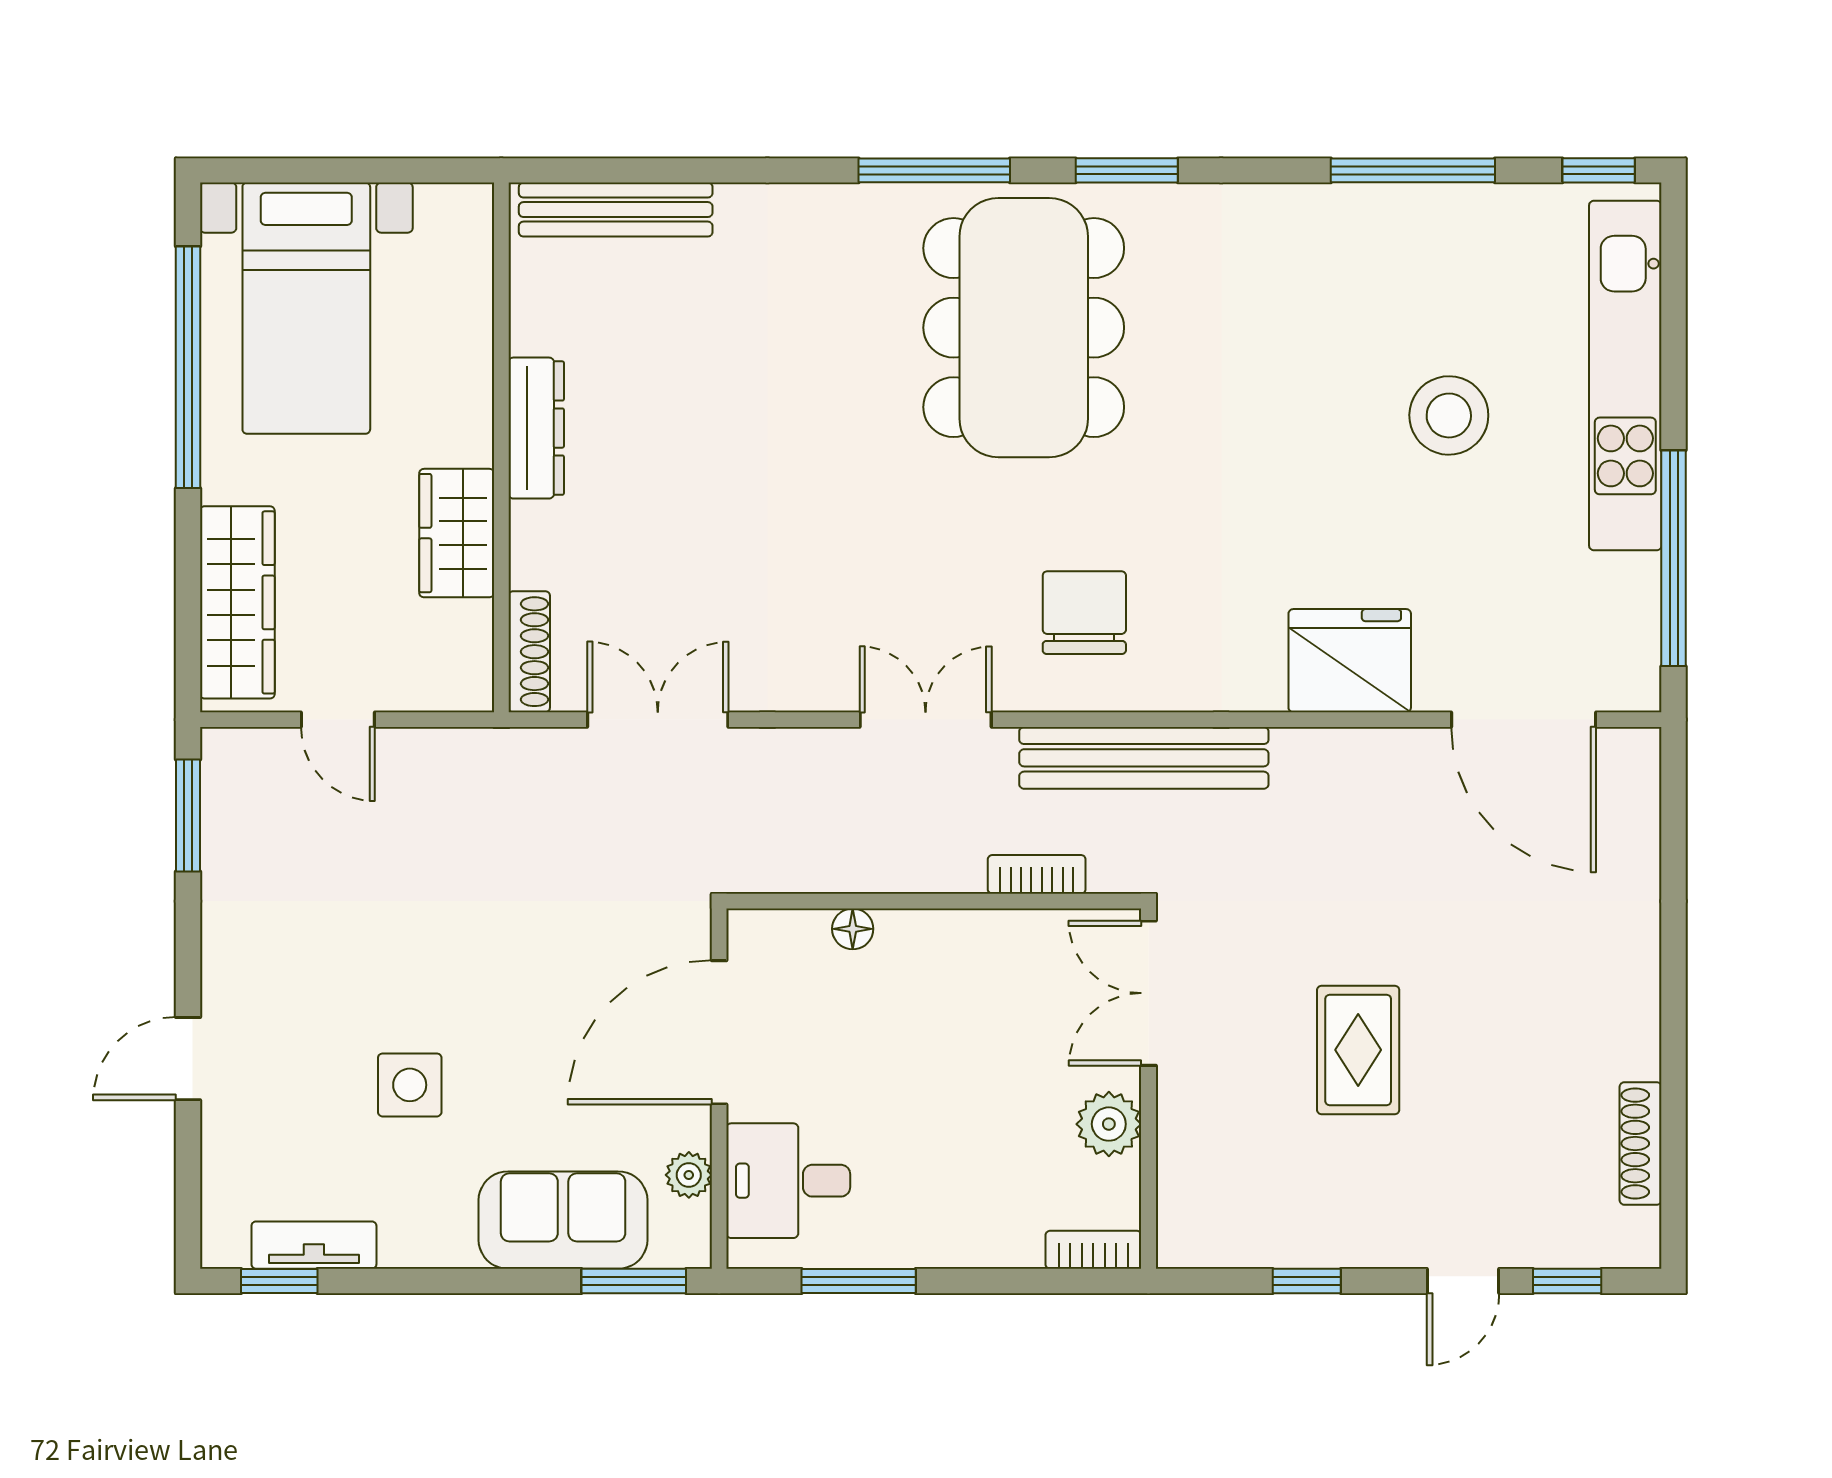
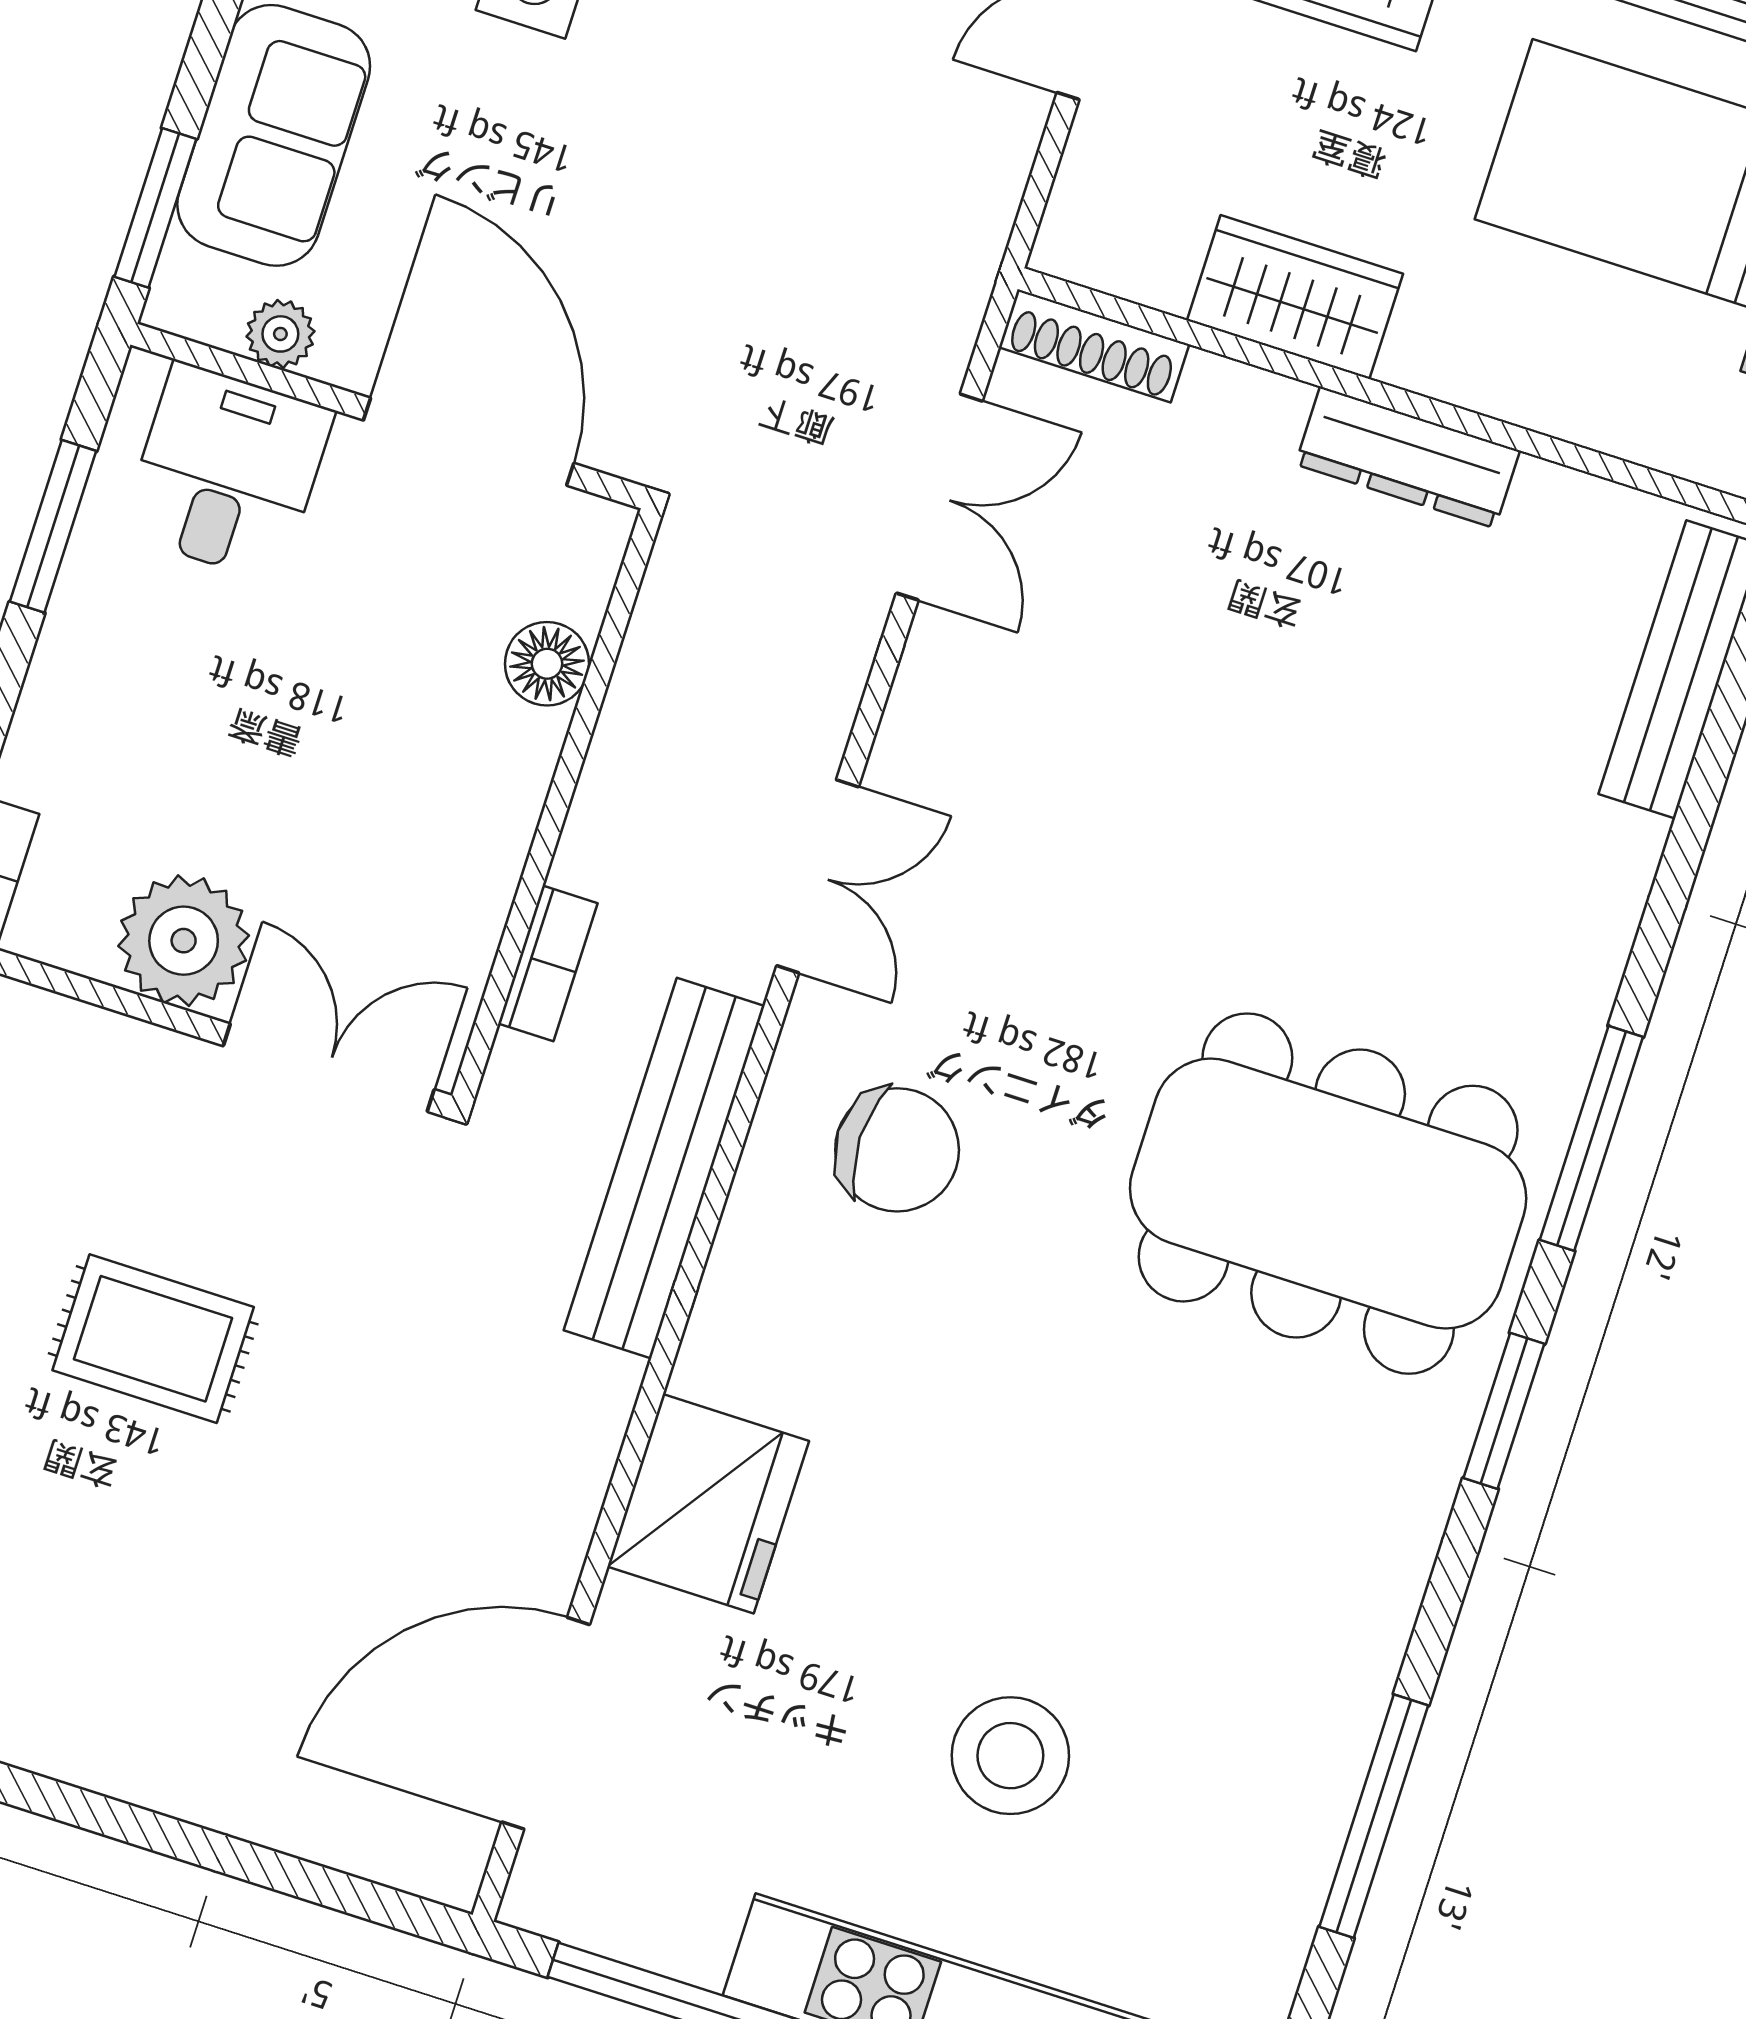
floor lamp: (853, 929) -> (547, 664), width x1.37, depth x1.37
plant: (1109, 1124) -> (184, 941), width x1.36, depth x1.36

